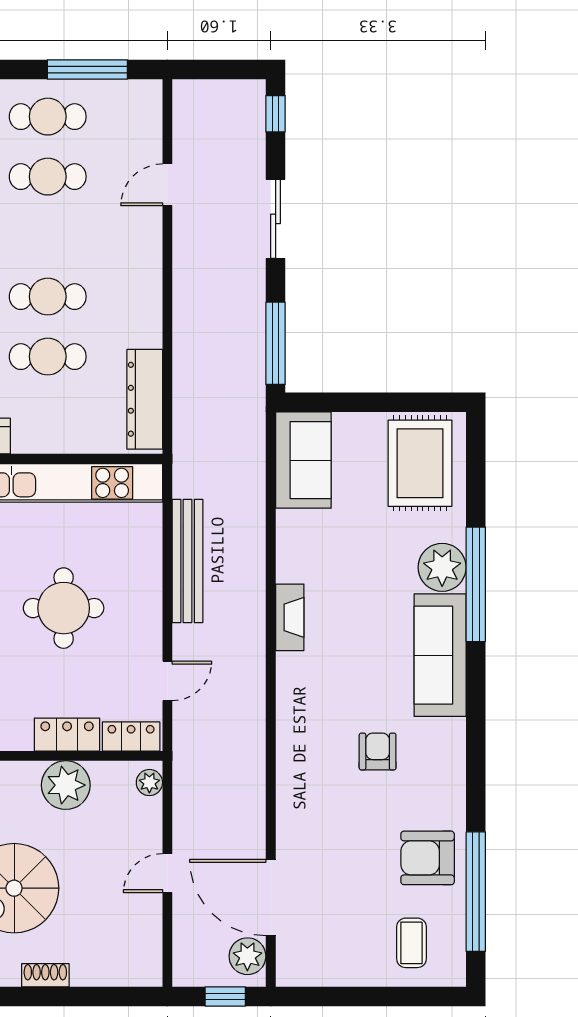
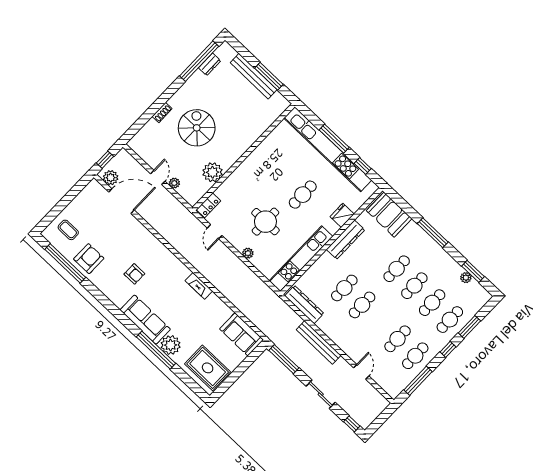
bench: (188, 561) -> (319, 342), moved
plant: (149, 586) -> (248, 253), added
locker: (67, 735) -> (227, 187), removed
plant: (149, 783) -> (174, 183), moved

